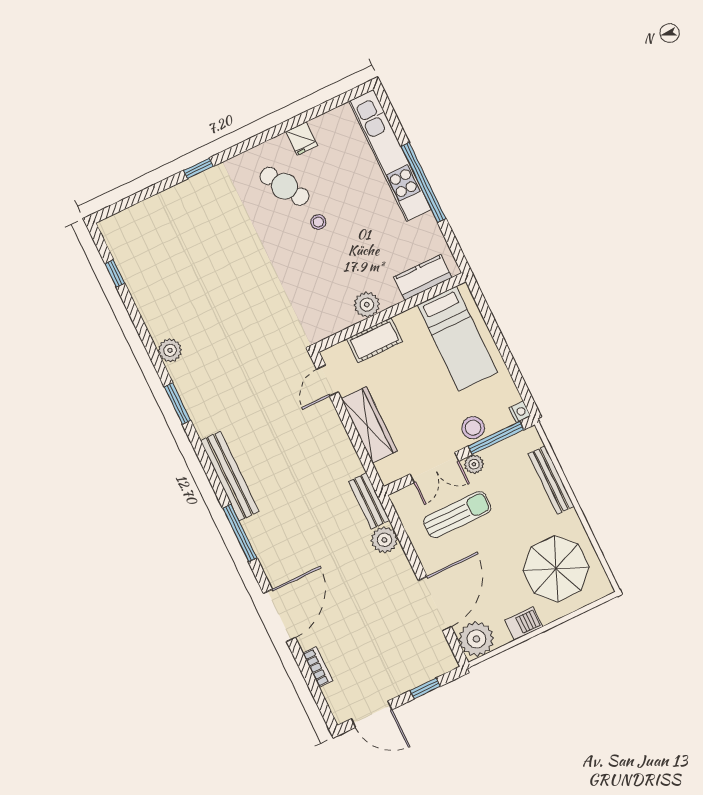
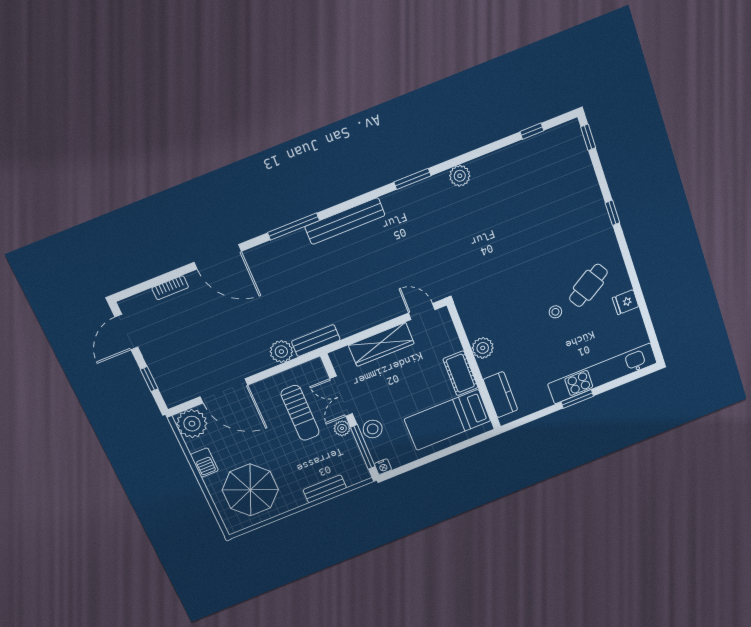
window: (423, 182) -> (577, 399), width x0.47
window: (116, 208) -> (588, 137), added
cot: (374, 340) -> (460, 373), moved
bench: (551, 480) -> (325, 489), width x0.73

